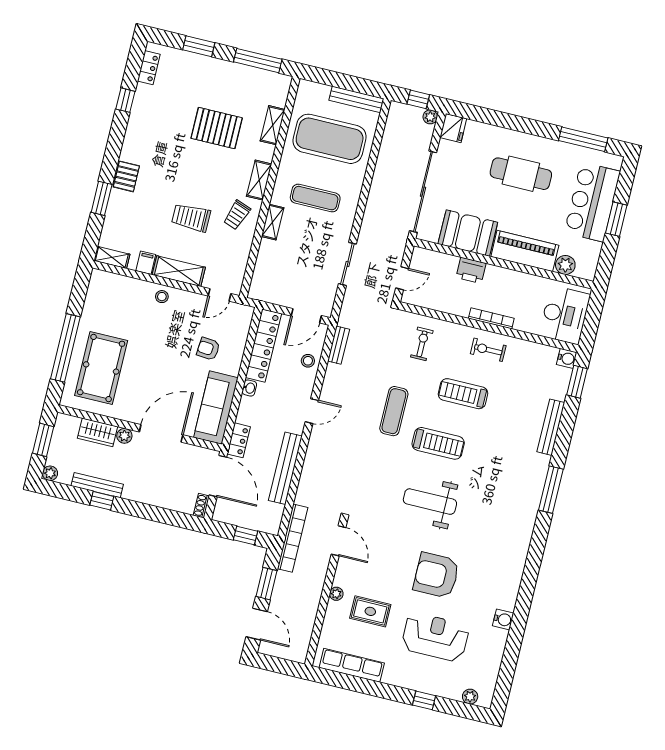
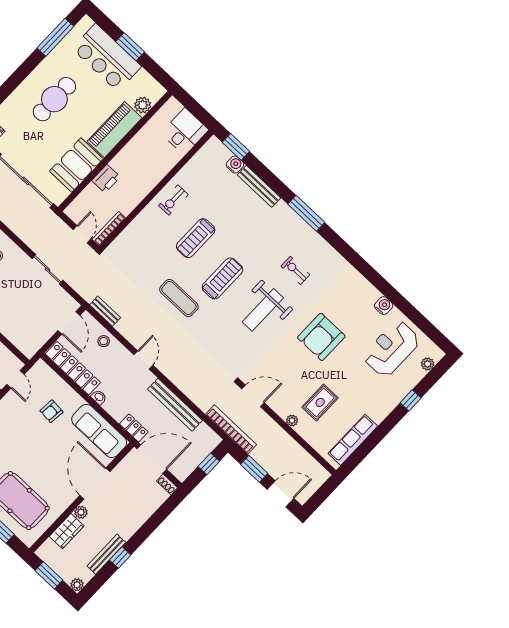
desk: (565, 315) -> (185, 132), width x0.73
bookcase: (491, 318) -> (109, 229), moved
exercise bike: (422, 344) -> (295, 270), moved
water cooler: (567, 358) -> (235, 165), moved
reception desk: (435, 637) -> (392, 349), moved

